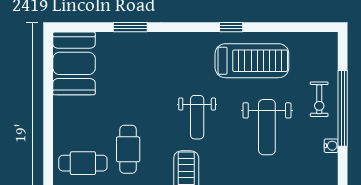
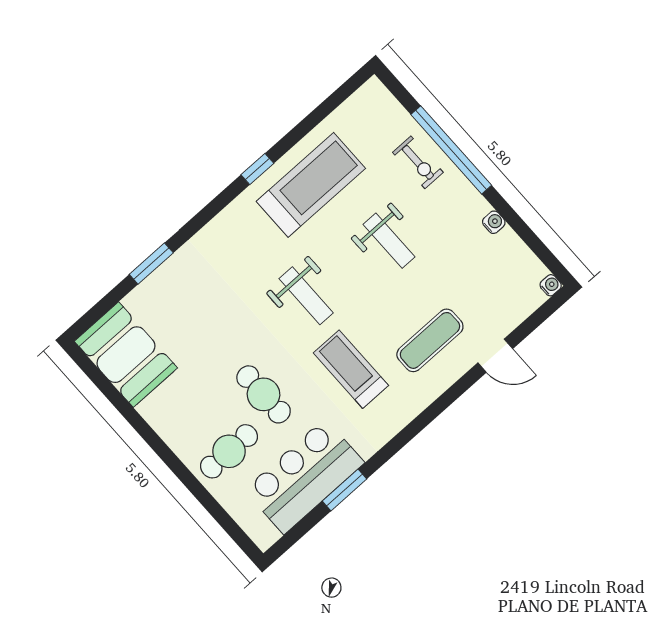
weight bench: (267, 127) -> (389, 241), width x0.73, depth x0.75
water cooler: (331, 146) -> (494, 222), moved

